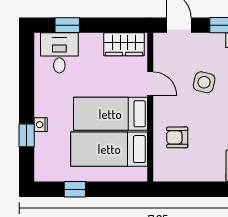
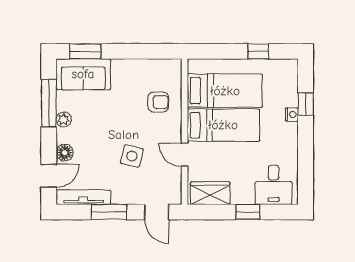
window: (67, 25) -> (248, 212), moved

